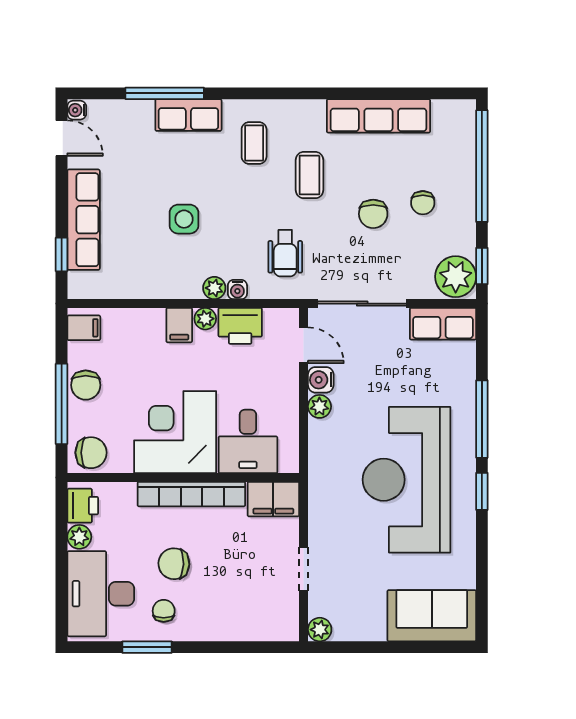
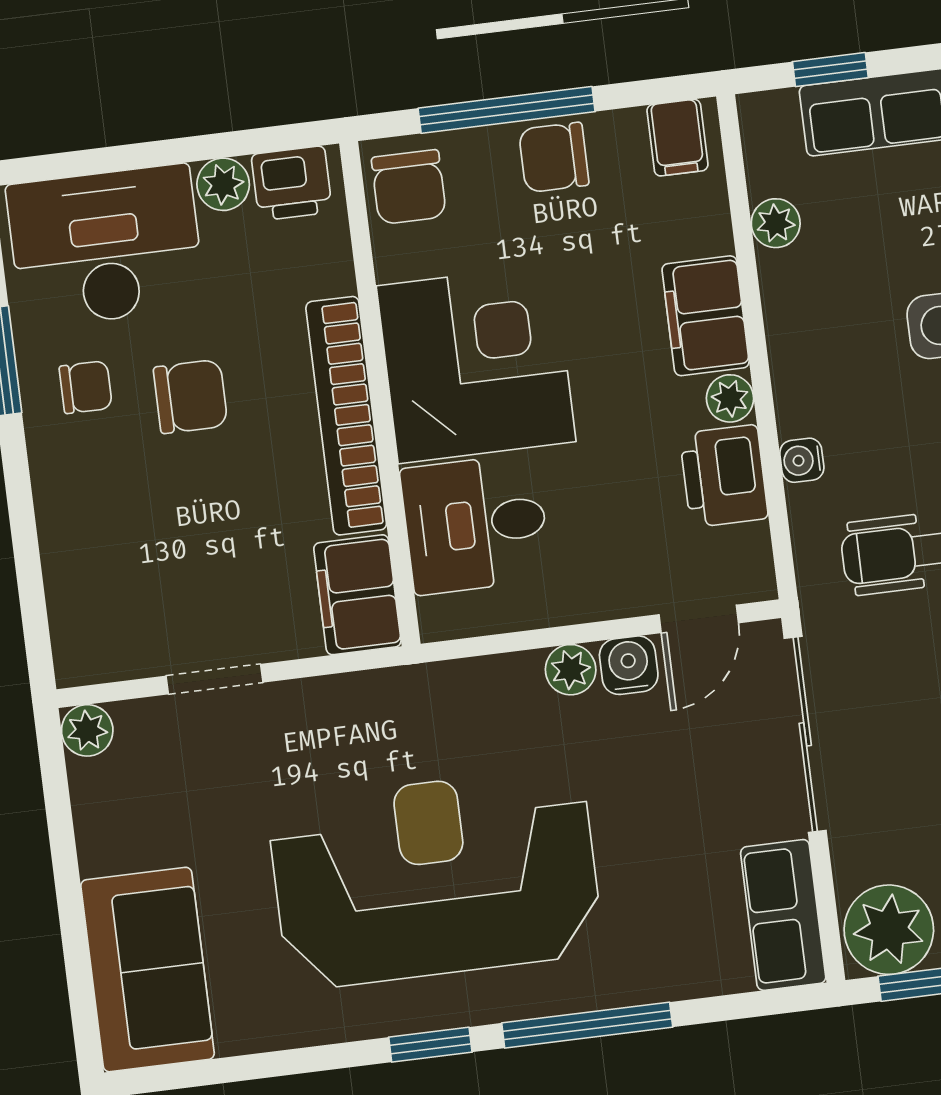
plant: (214, 288) -> (776, 223), moved
filing cabinet: (179, 325) -> (706, 316), width x2.00
chair: (174, 564) -> (190, 397), turned 88

